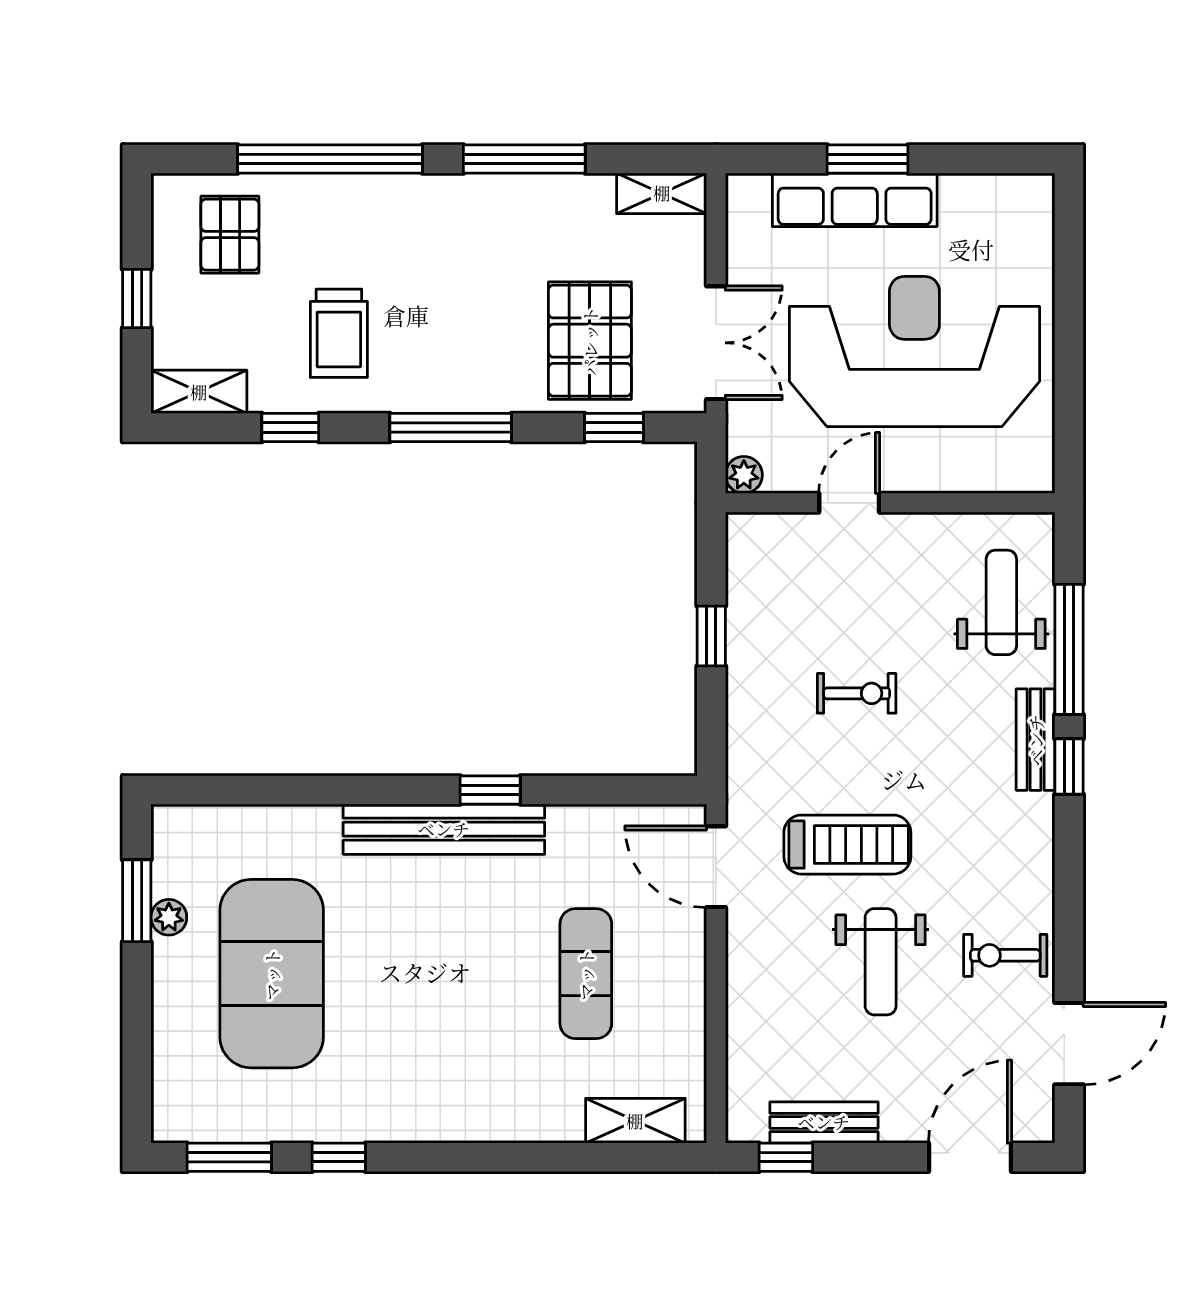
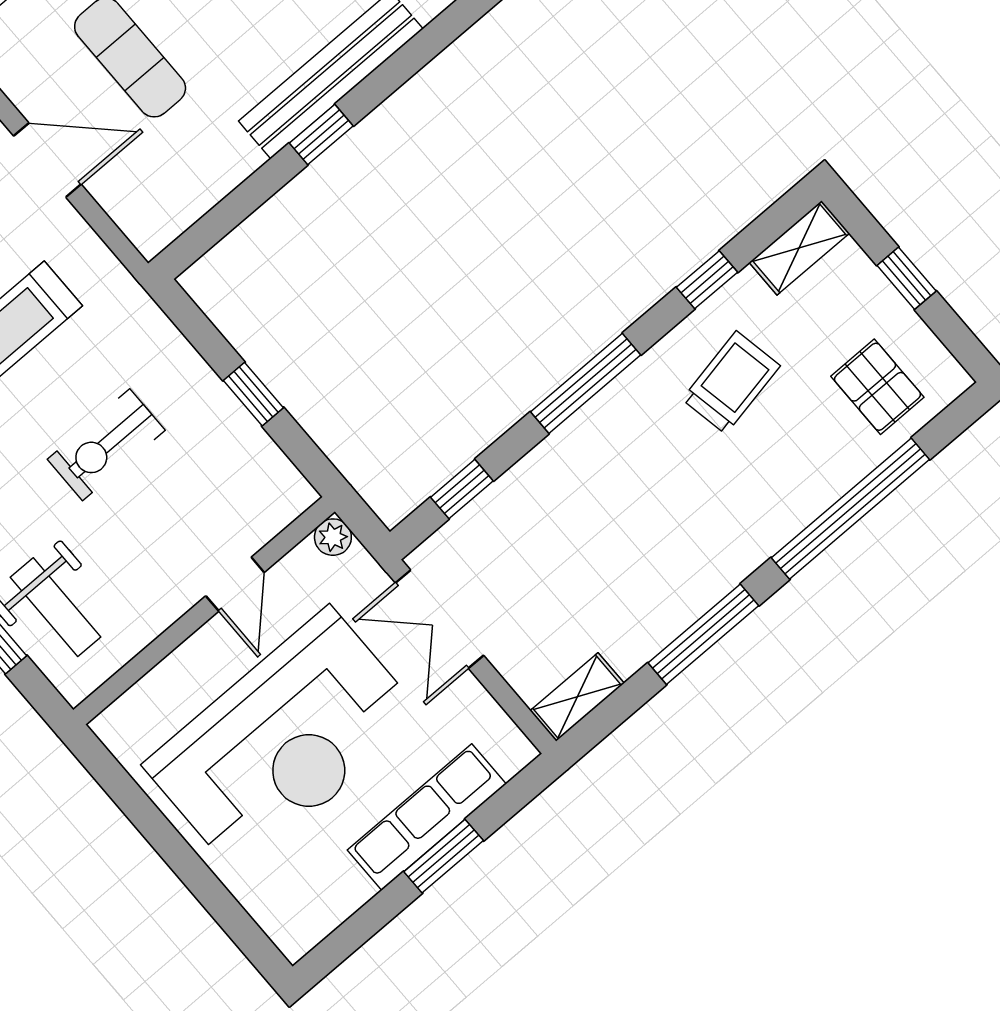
trolley: (339, 333) -> (731, 382), turned 79
pallet: (590, 341) -> (536, 539), removed
exercise bike: (857, 693) -> (106, 445), width x1.38, depth x1.39
door: (716, 867) -> (47, 160), moved

